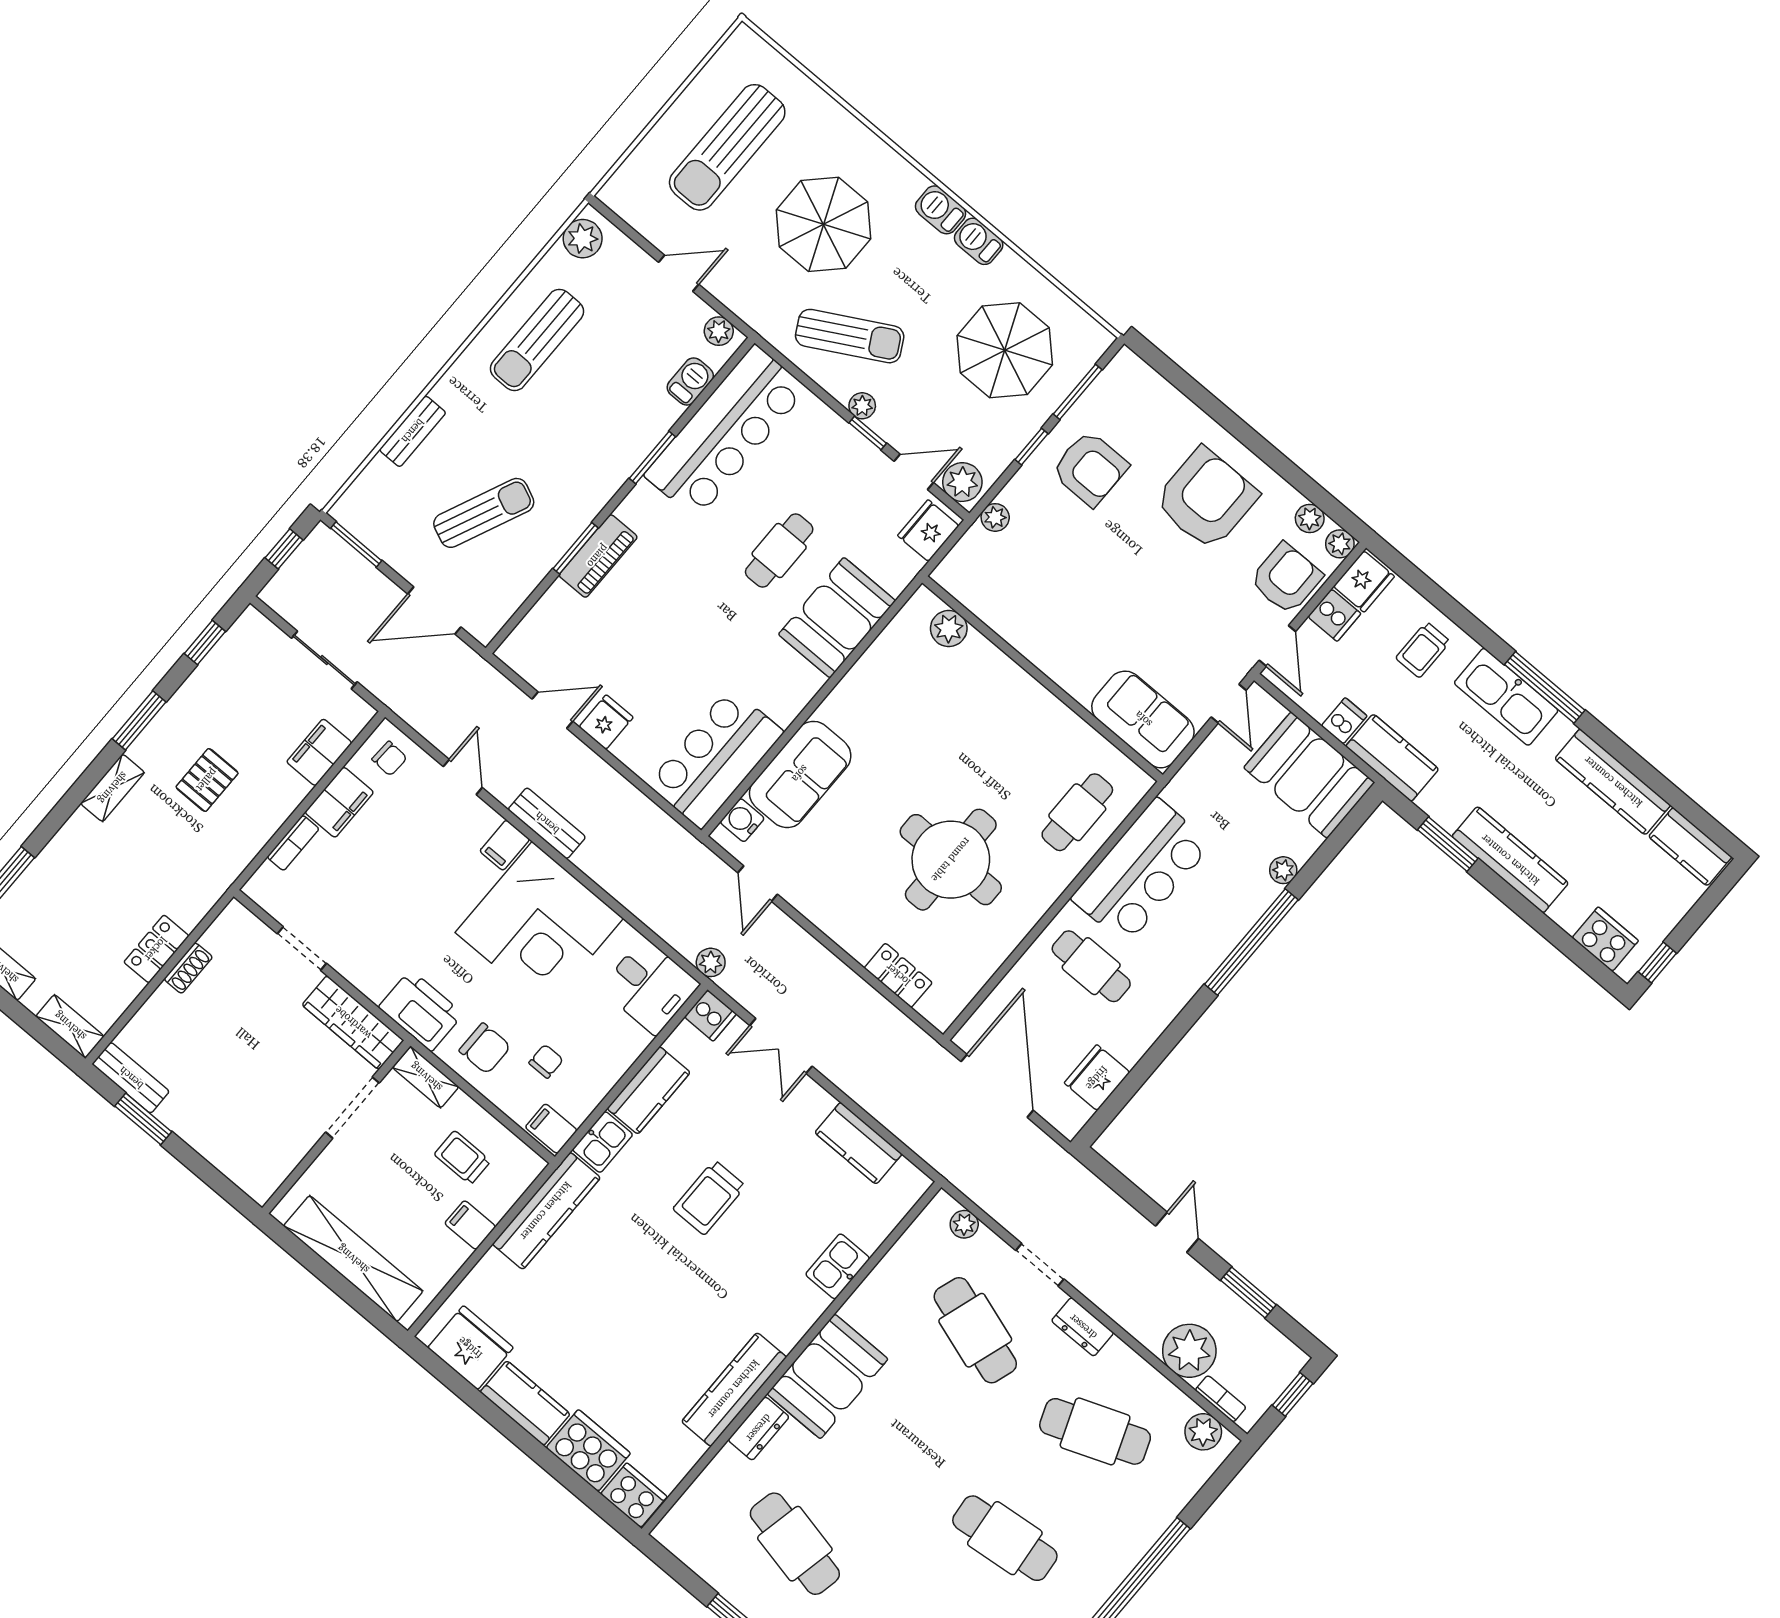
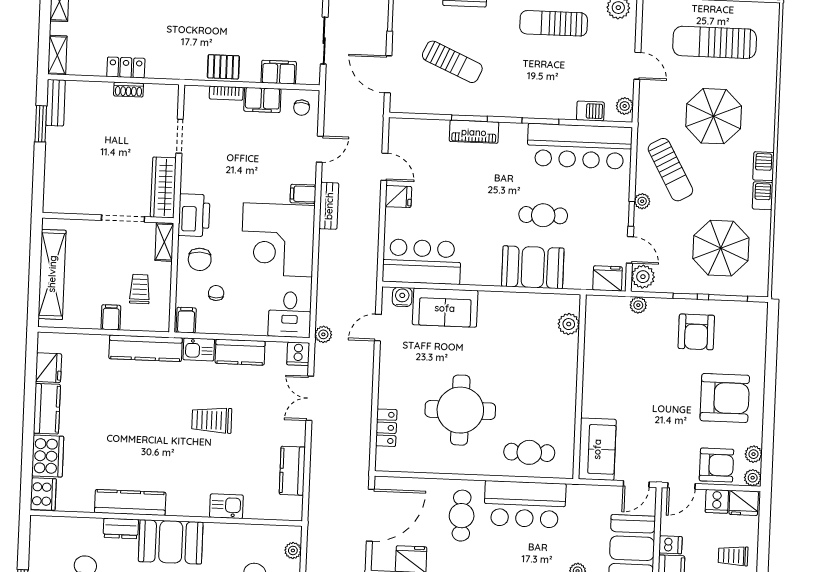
pallet: (207, 780) -> (223, 67), moved
chair: (546, 1061) -> (216, 293), turned -90
fridge: (470, 1348) -> (49, 368), width x0.73, depth x0.75

